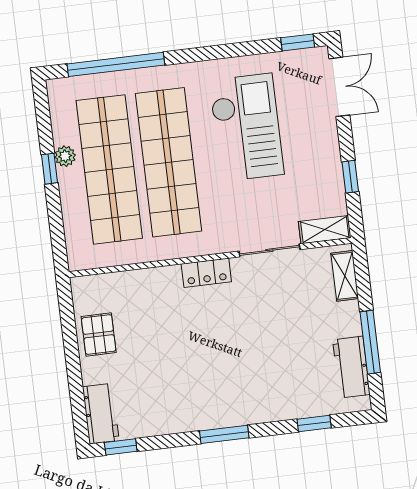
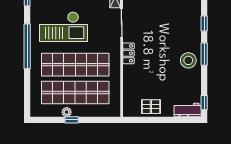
window: (116, 64) -> (27, 46), moved
checkout: (246, 127) -> (63, 27), turned 180
stool: (207, 402) -> (188, 60), added
window: (314, 424) -> (204, 23), moved

